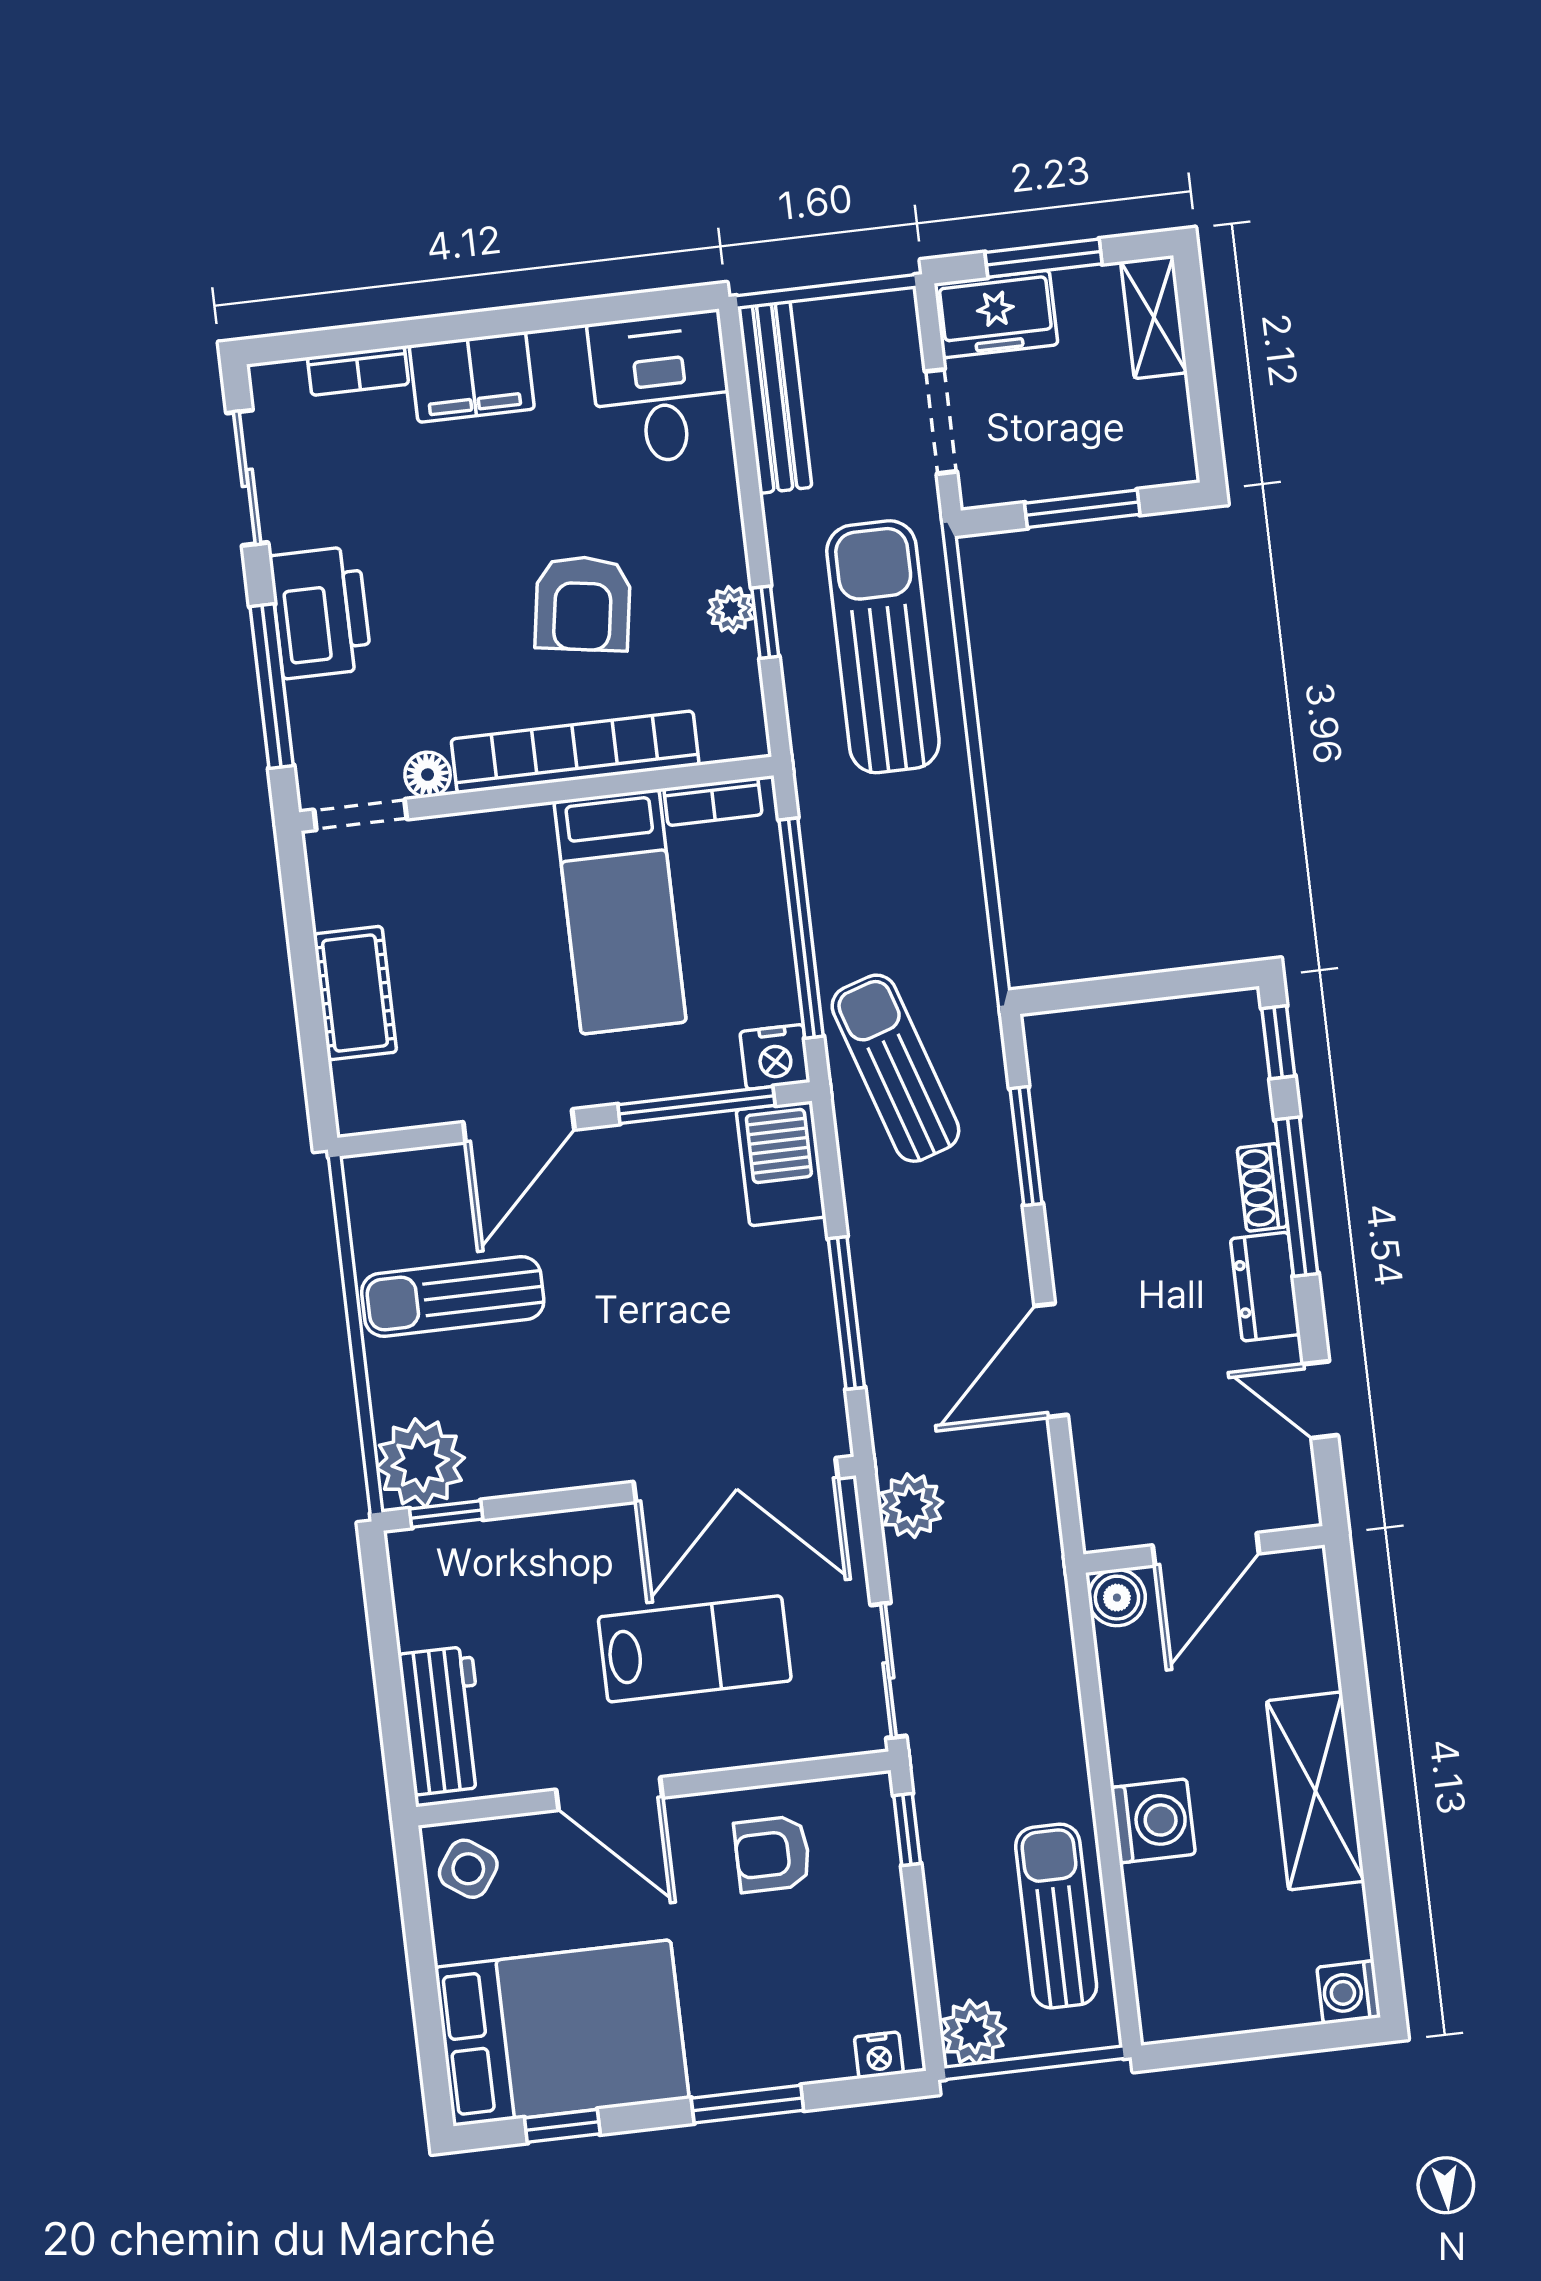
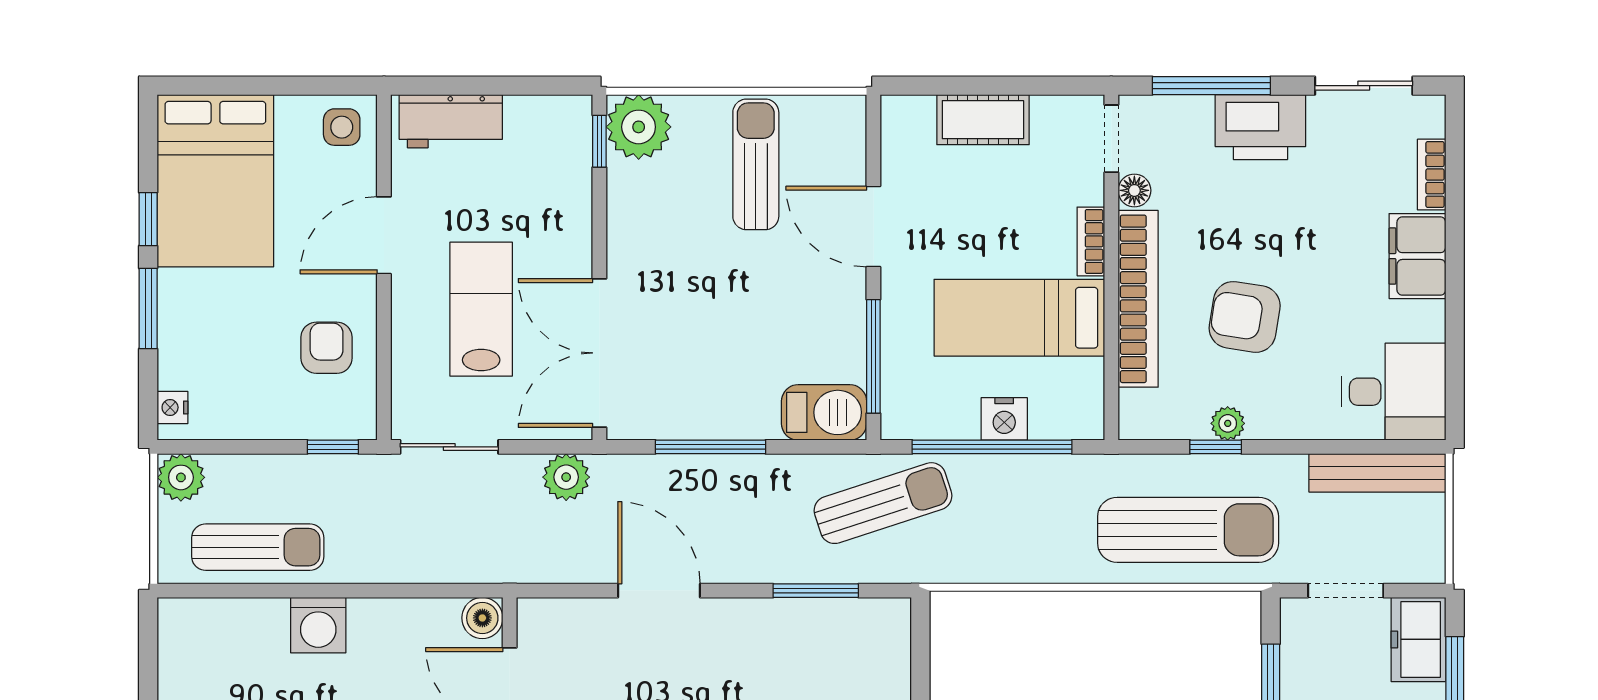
bookcase: (713, 802) -> (1091, 241), moved
nightstand: (775, 1057) -> (1004, 419), moved, turned -90
lab bench: (695, 1649) -> (481, 309), turned 180
side table: (468, 1869) -> (342, 127), turned -35
window: (562, 2126) -> (148, 219), moved

